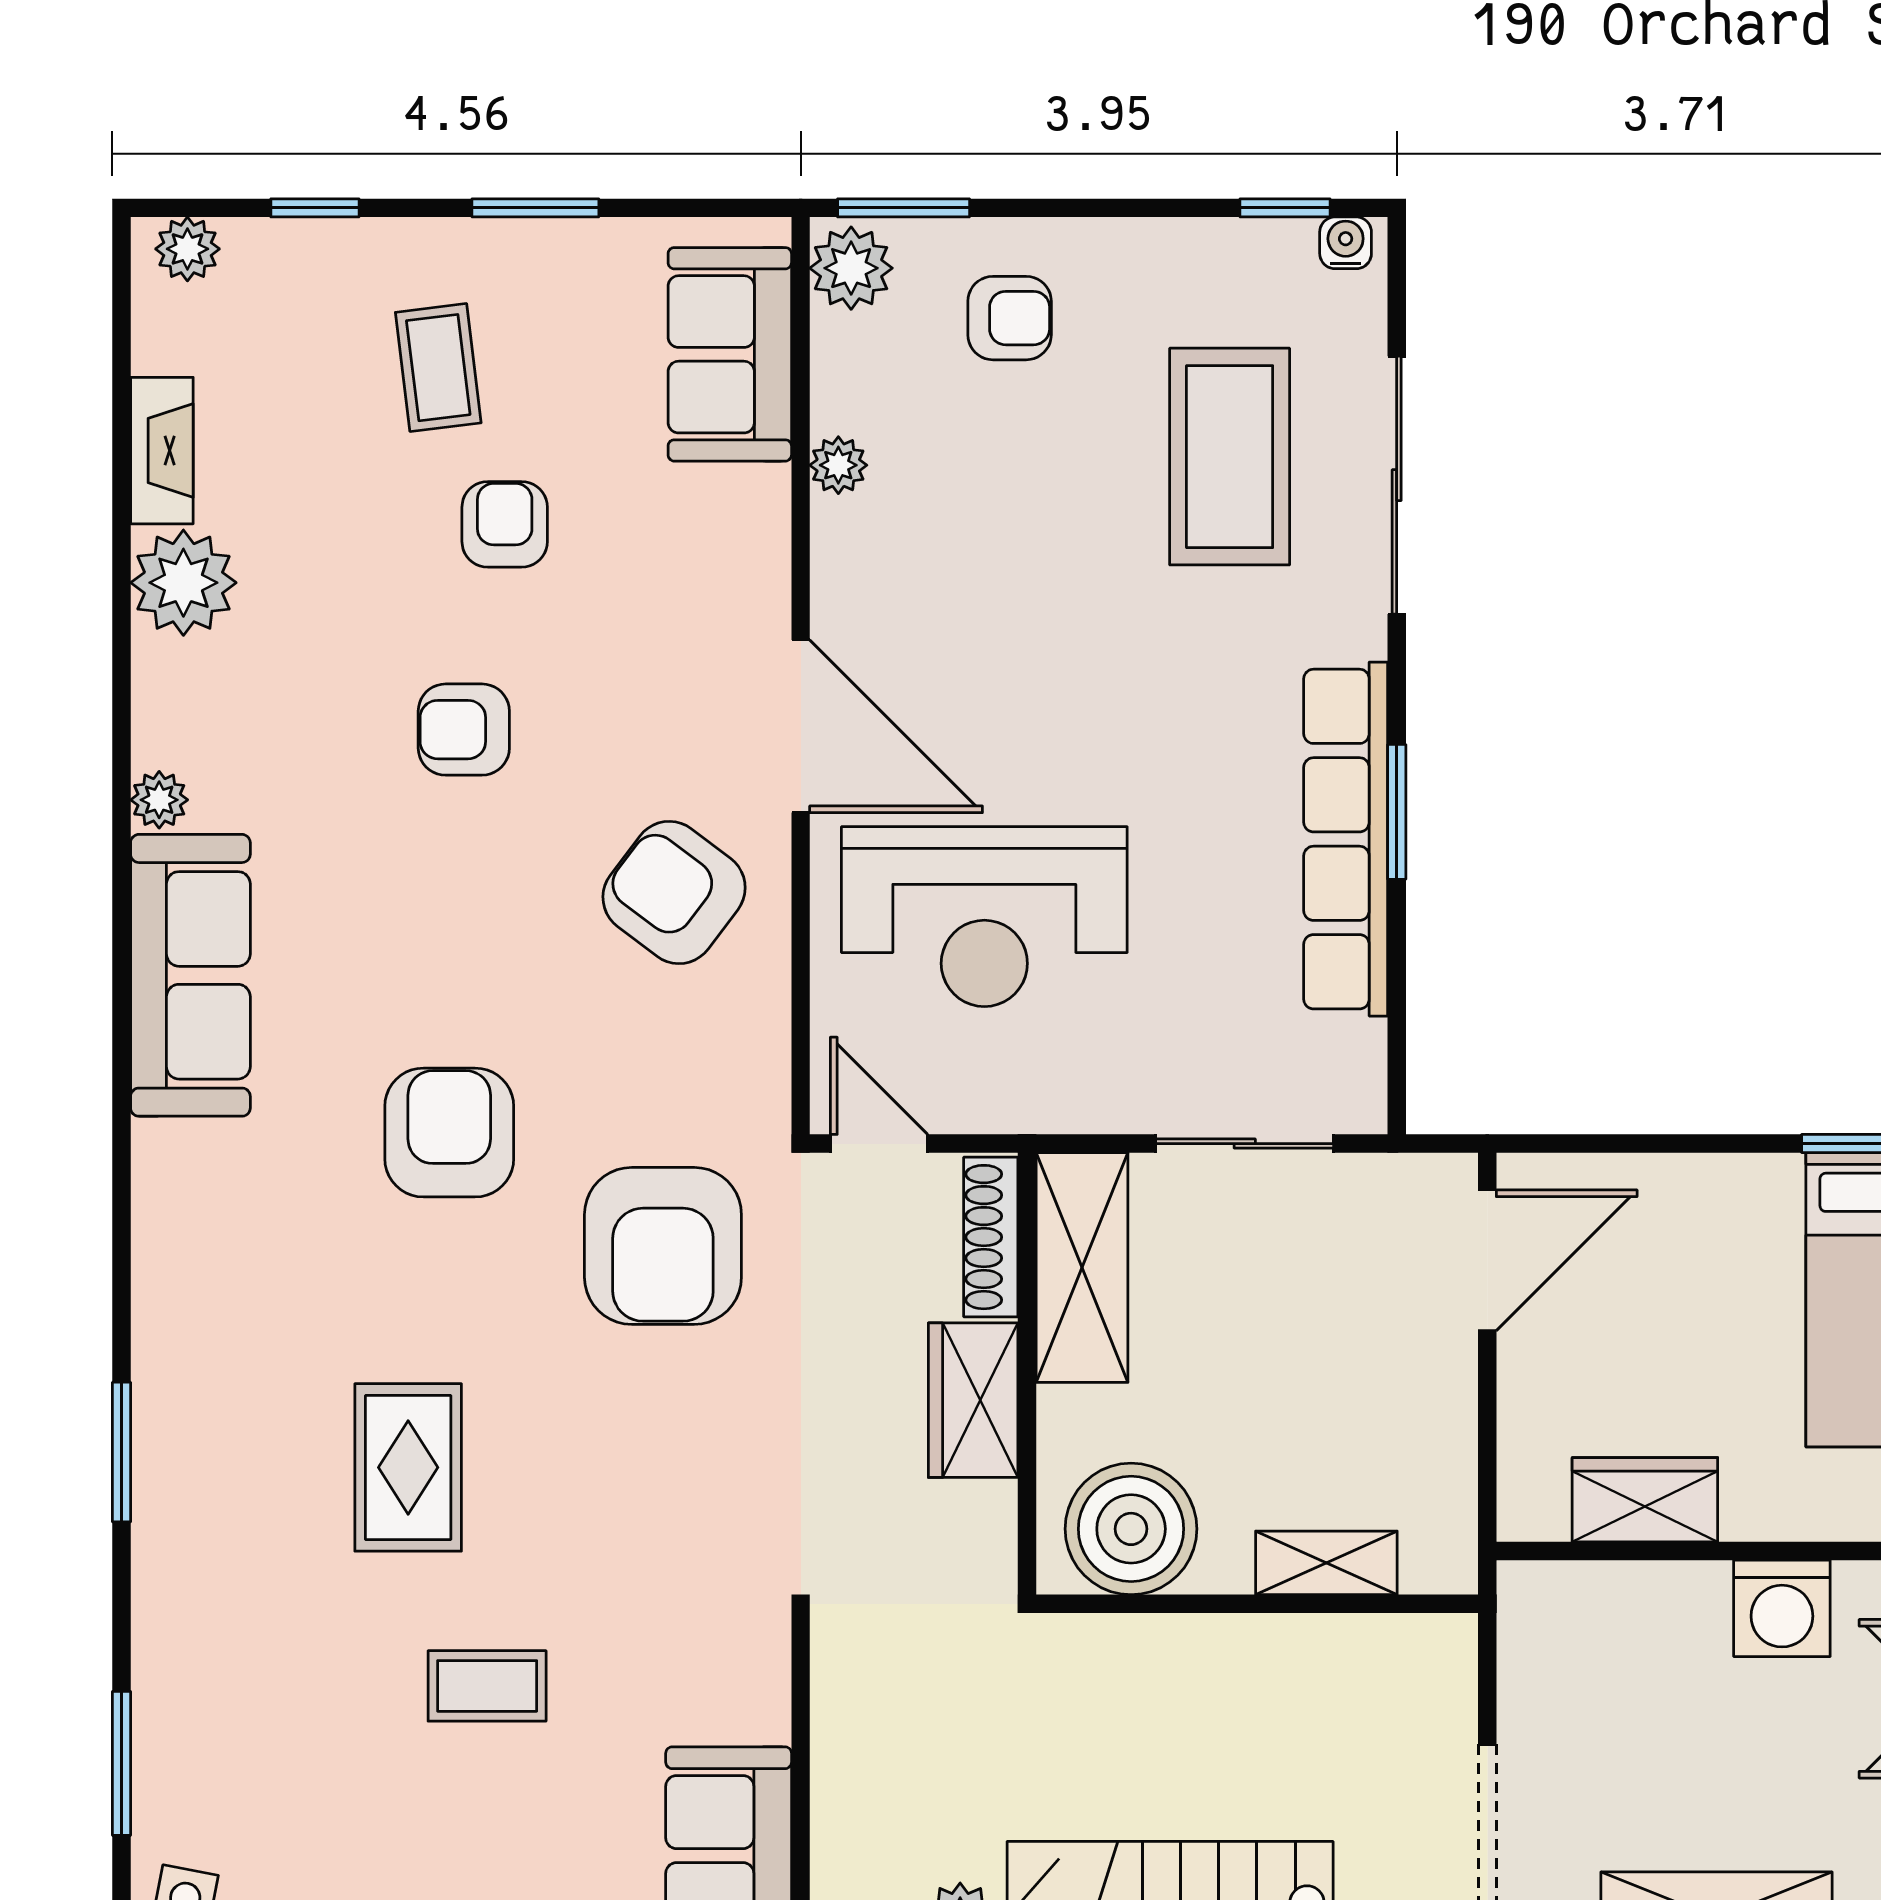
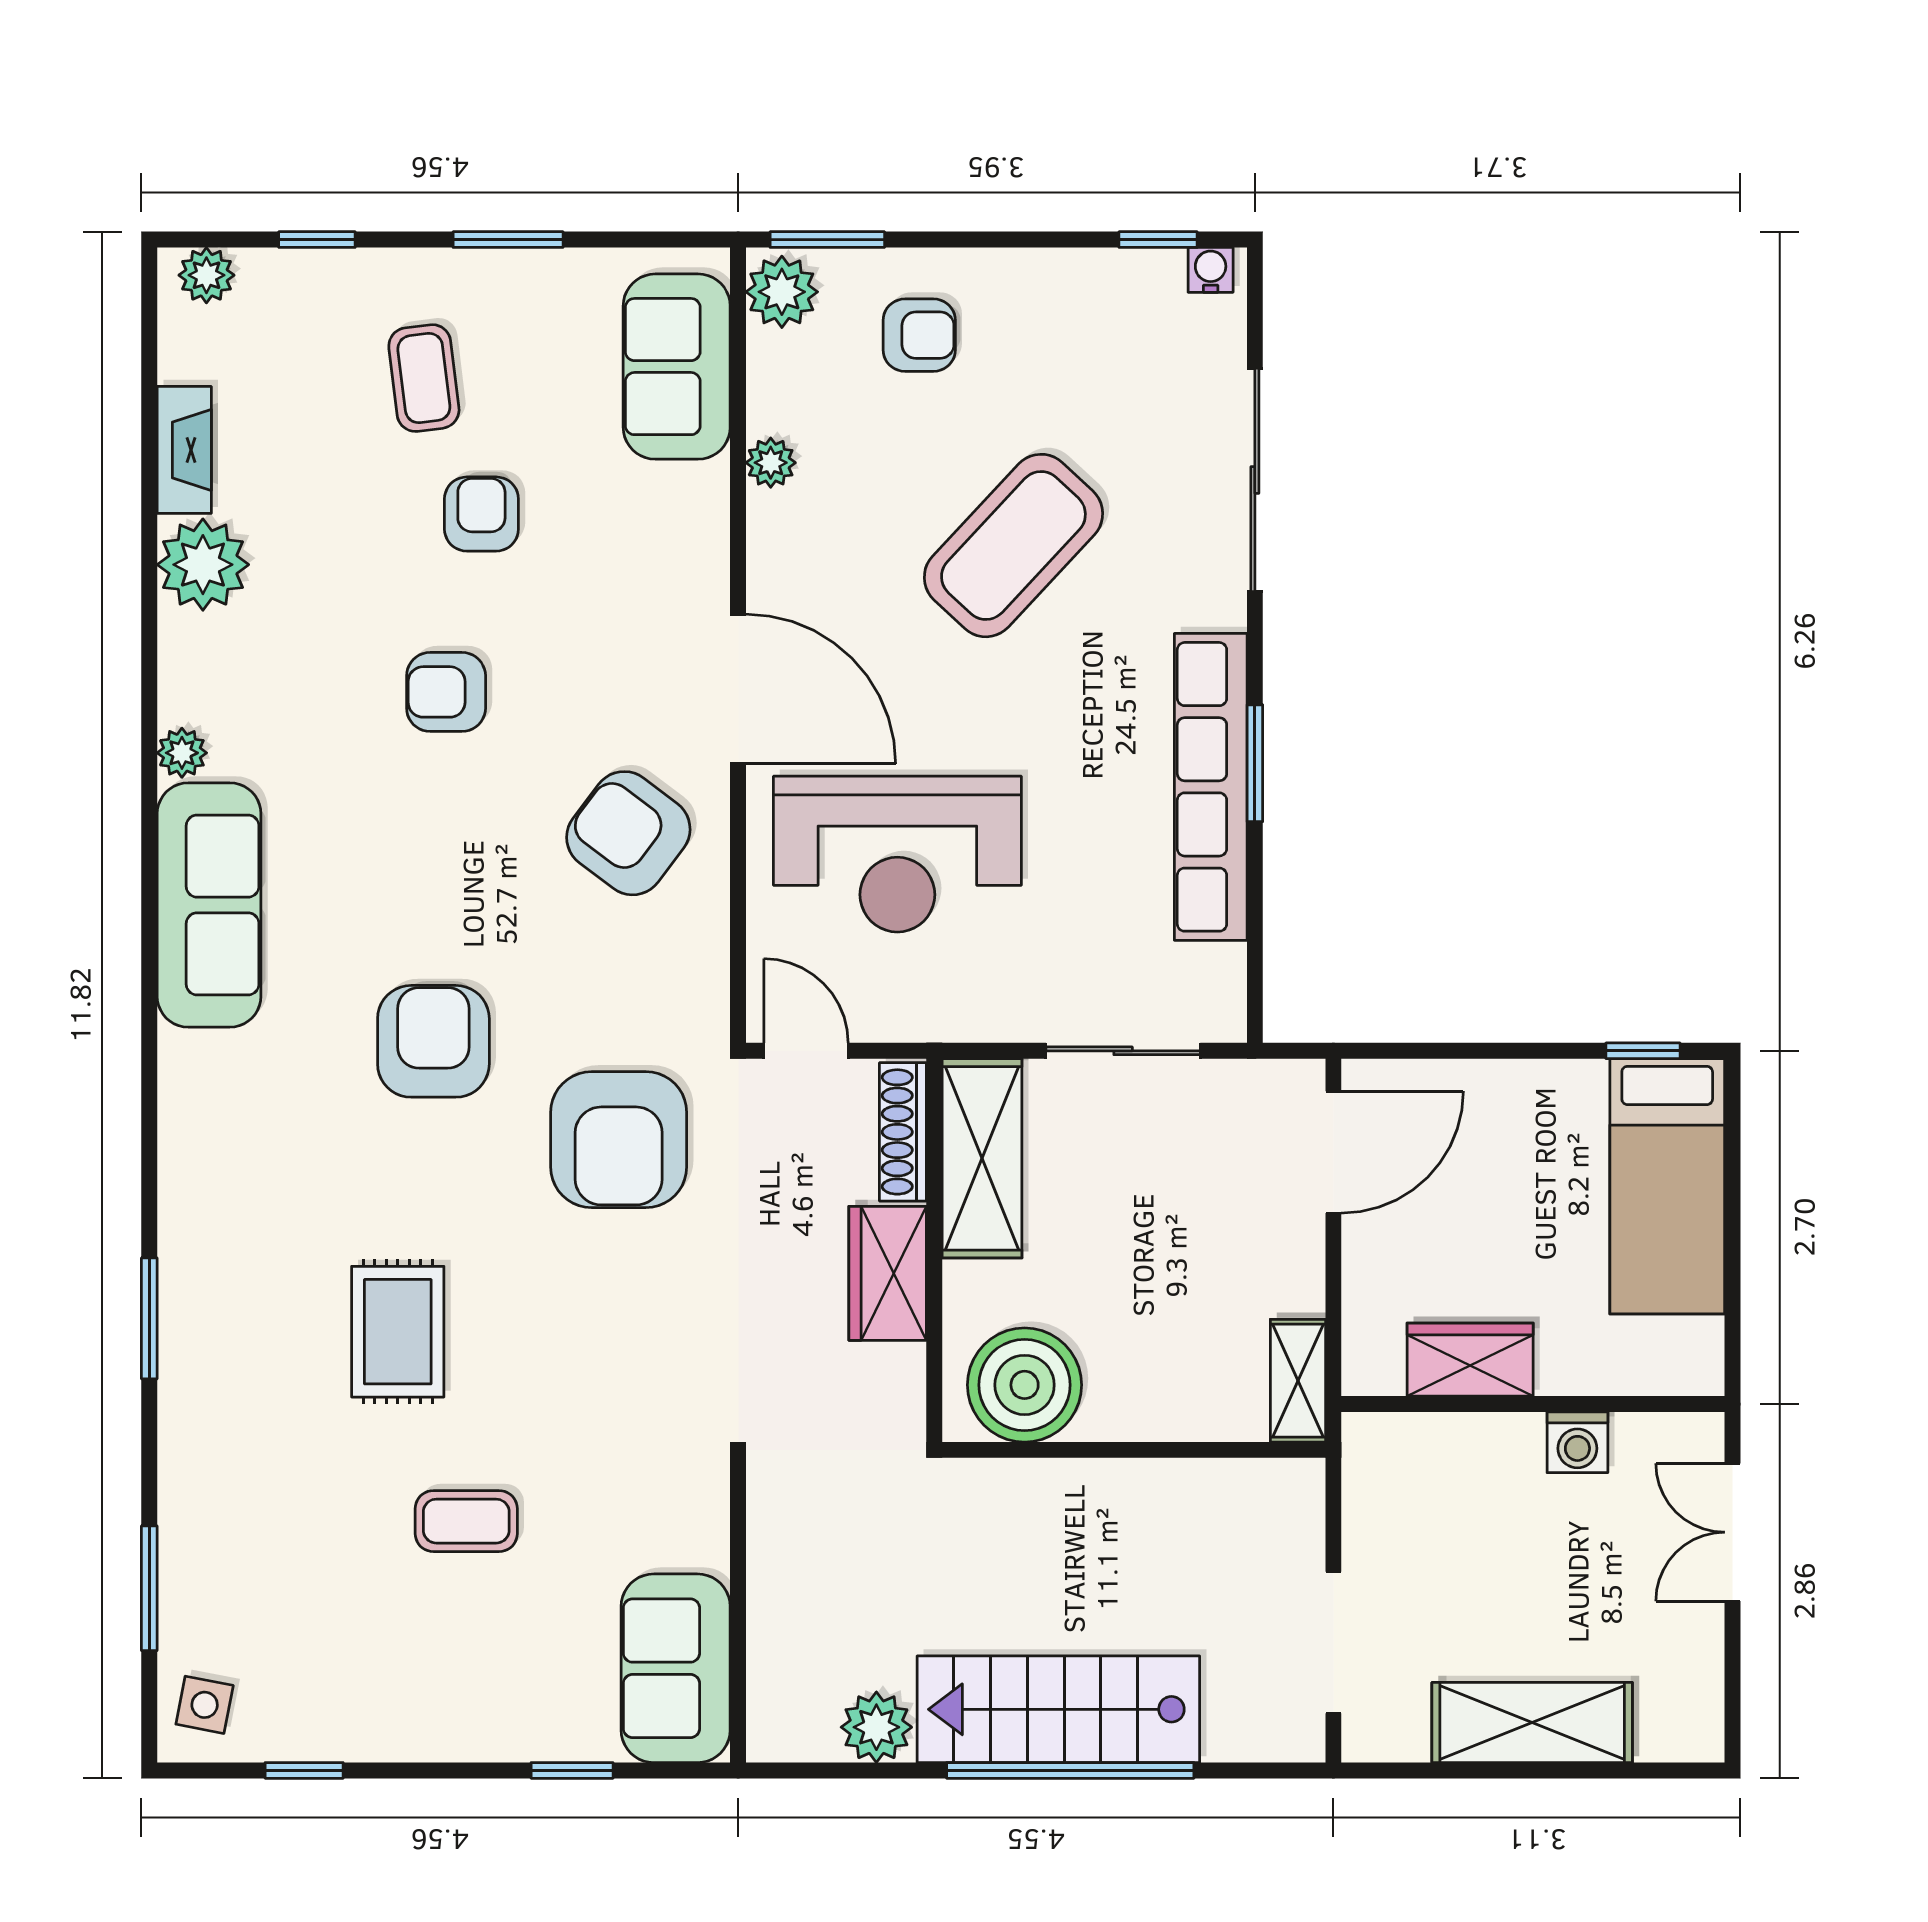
coffee table: (1230, 457) -> (1013, 546), moved, turned 43
shelving: (1326, 1563) -> (1298, 1381), moved, turned 90
washing machine: (1782, 1608) -> (1577, 1442), width x0.73, depth x0.73

